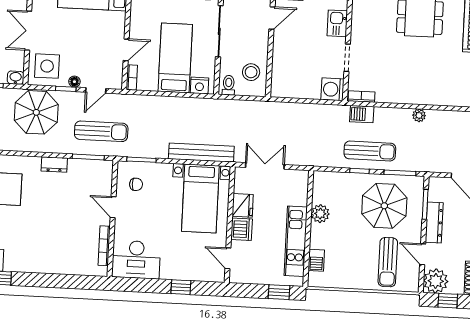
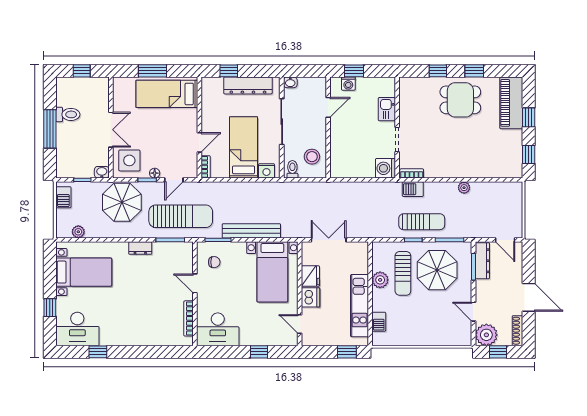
double door: (28, 31) -> (111, 130), swing flipped
sun lounger: (101, 131) -> (181, 216), width x1.36, depth x1.34
bench: (201, 153) -> (251, 231), moved
dresser: (434, 223) -> (482, 261), moved
sun lounger: (388, 262) -> (403, 273), moved

